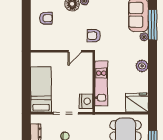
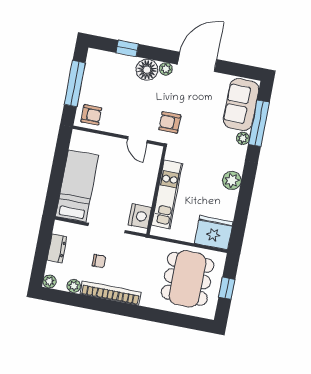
armchair: (46, 18) -> (91, 115), moved
window: (26, 22) -> (75, 84), added
door: (75, 51) -> (137, 140), hinge flipped

